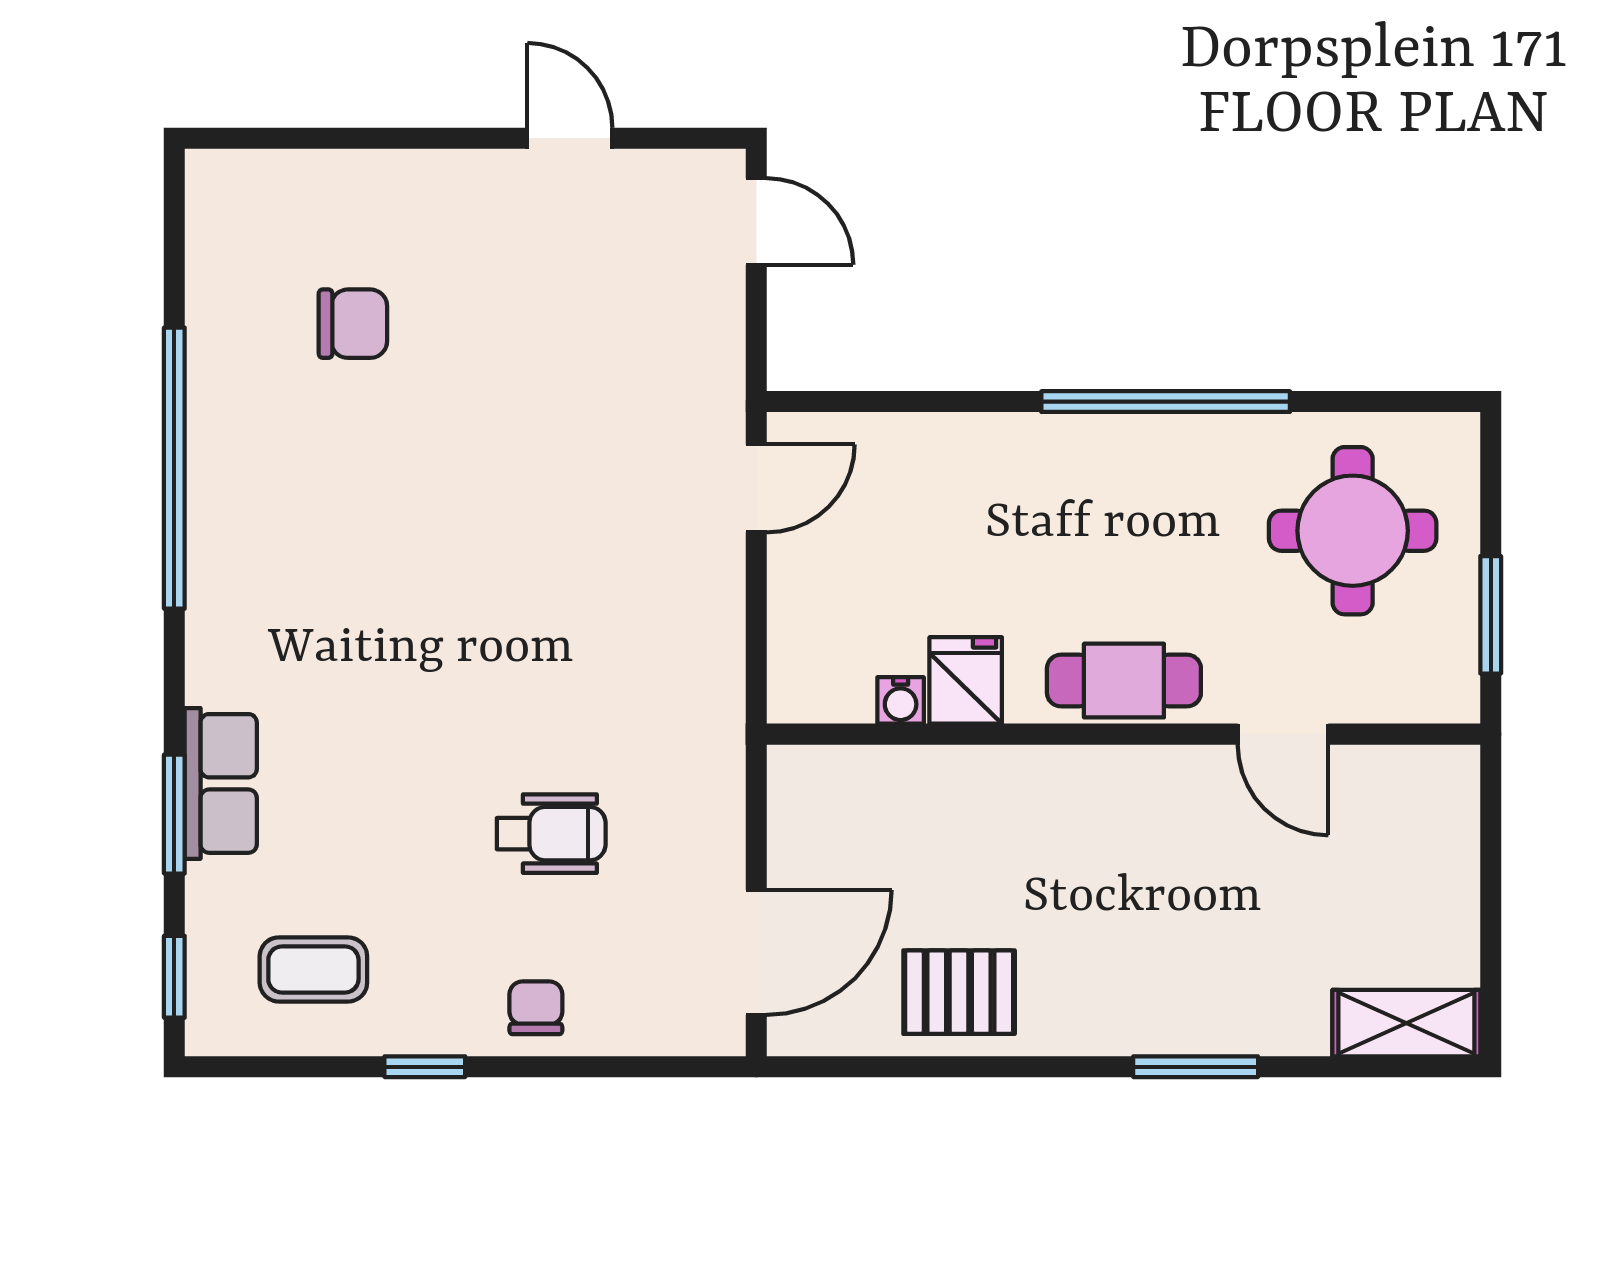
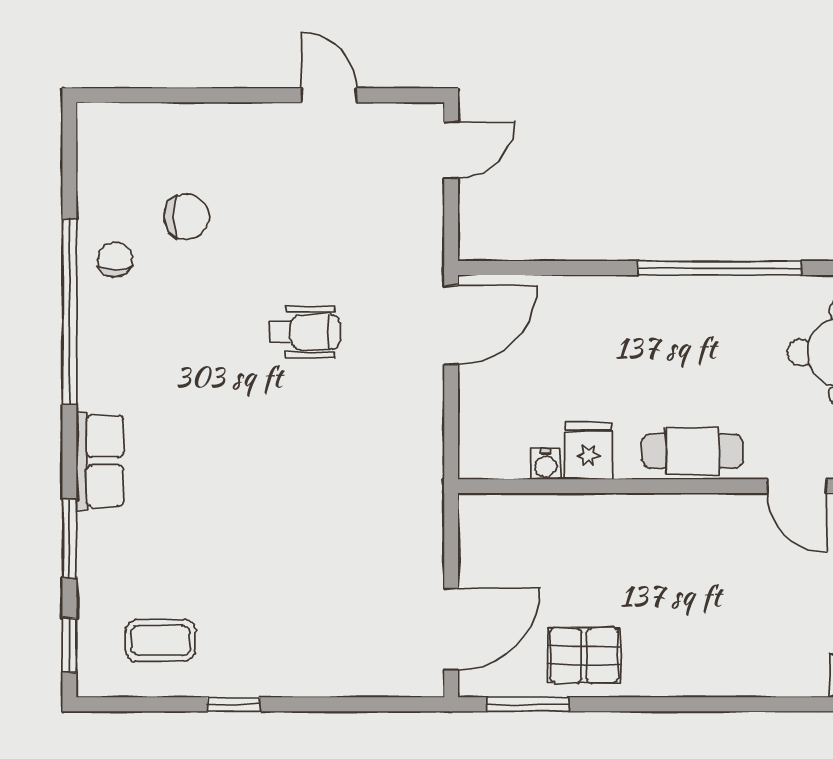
door: (756, 222) -> (451, 150), hinge flipped
door: (756, 488) -> (451, 325), width x1.38
row of seats: (221, 783) -> (100, 461), moved
wheelchair: (551, 834) -> (305, 332), moved
chair: (536, 1008) -> (115, 260), moved
window: (1196, 1067) -> (528, 704), moved

